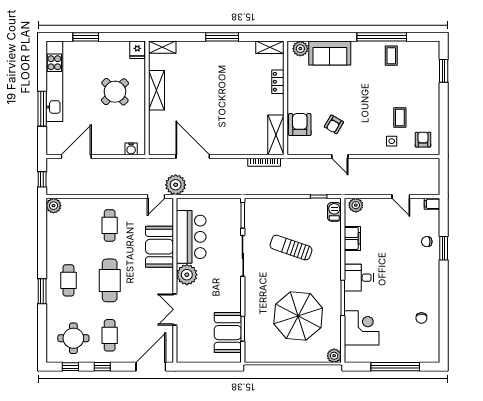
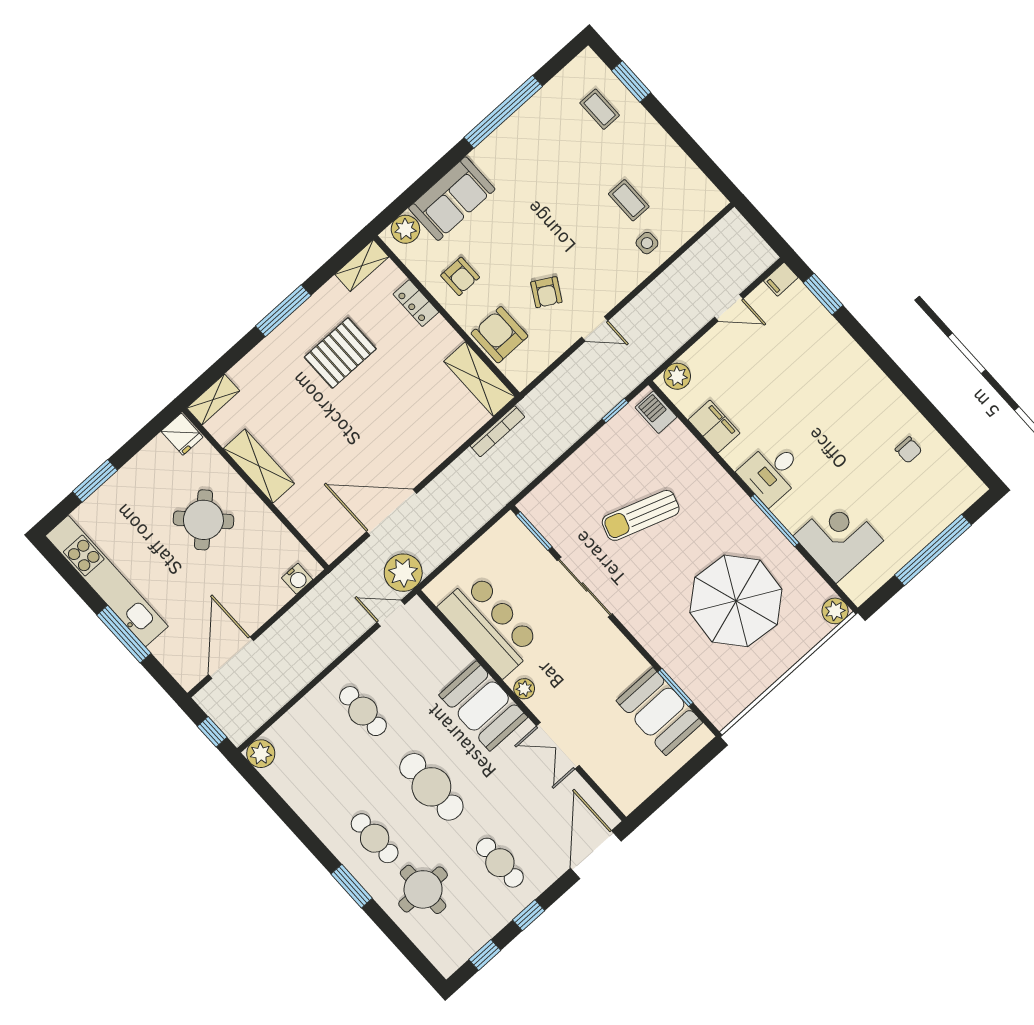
coffee table: (391, 56) -> (600, 109), moved
pallet: (230, 74) -> (340, 353), added
armchair: (423, 140) -> (460, 276), moved, turned 180
door: (156, 197) -> (391, 613), swing flipped
chair: (427, 242) -> (821, 338), removed
booth: (159, 247) -> (483, 706), moved
window: (444, 248) -> (823, 294), moved
plant: (187, 275) -> (524, 689), width x0.53, depth x0.53
round table: (73, 338) -> (423, 889), moved

